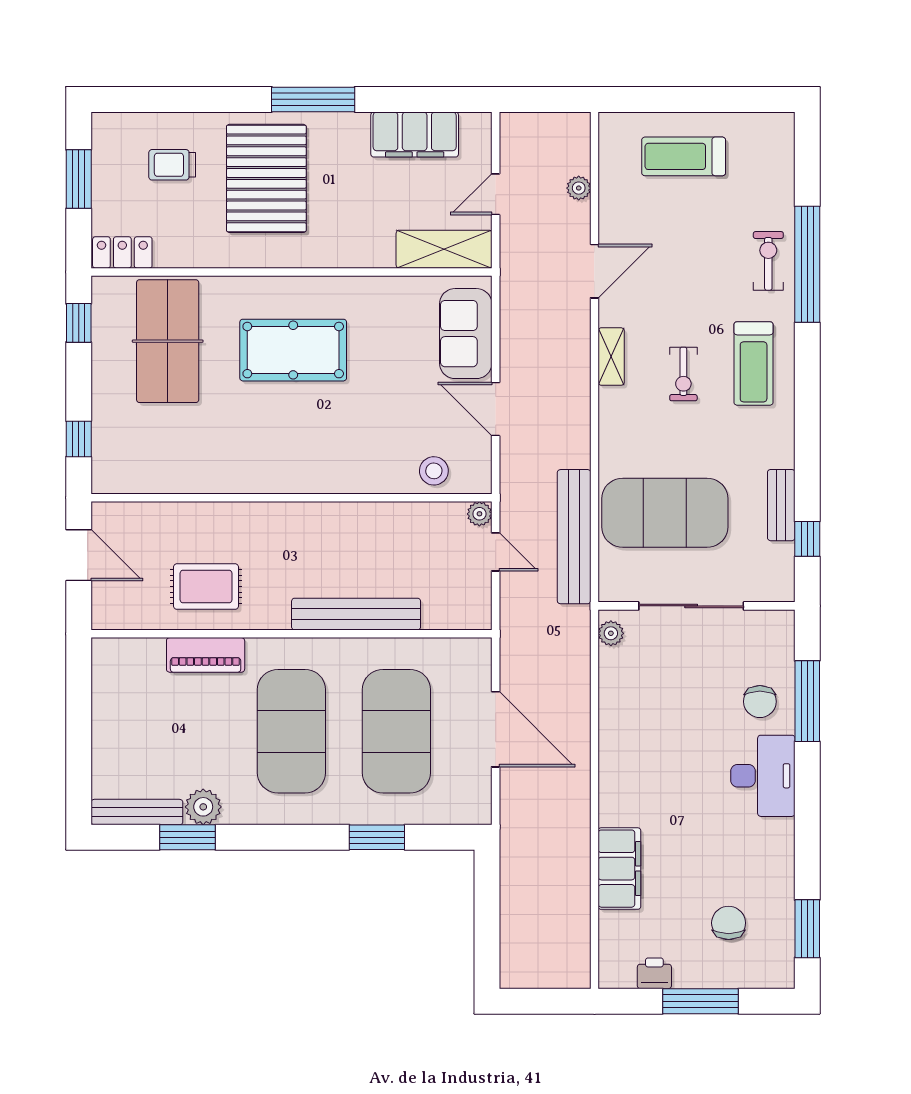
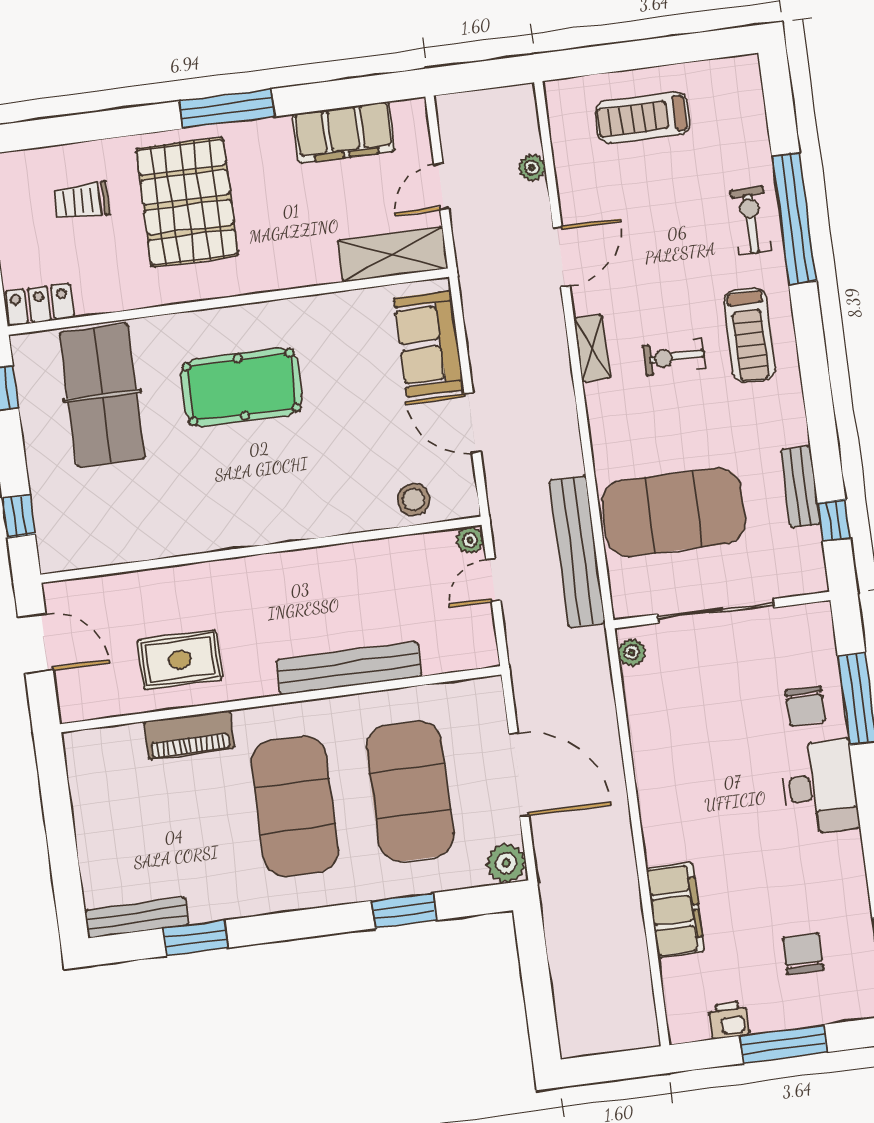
exercise bike: (683, 374) -> (674, 357), turned 90
door: (496, 552) -> (493, 580), swing flipped
plant: (203, 807) -> (506, 863), moved

